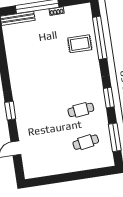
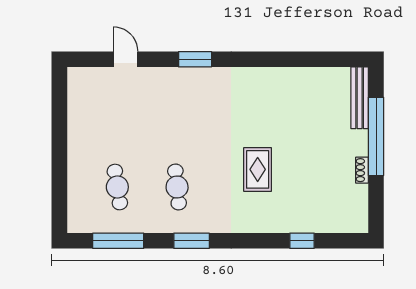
window: (100, 38) -> (302, 241), width x0.32
rug: (80, 44) -> (258, 169), moved

